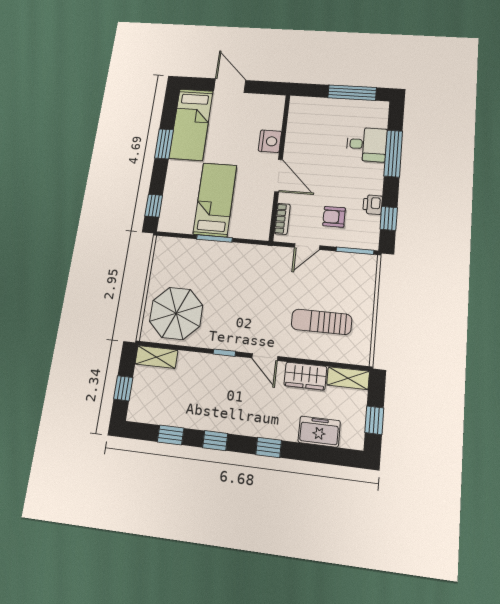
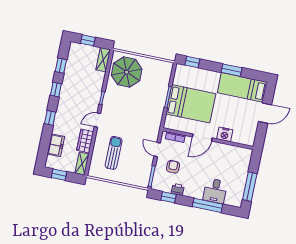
bed: (215, 200) -> (191, 104), width x1.50

